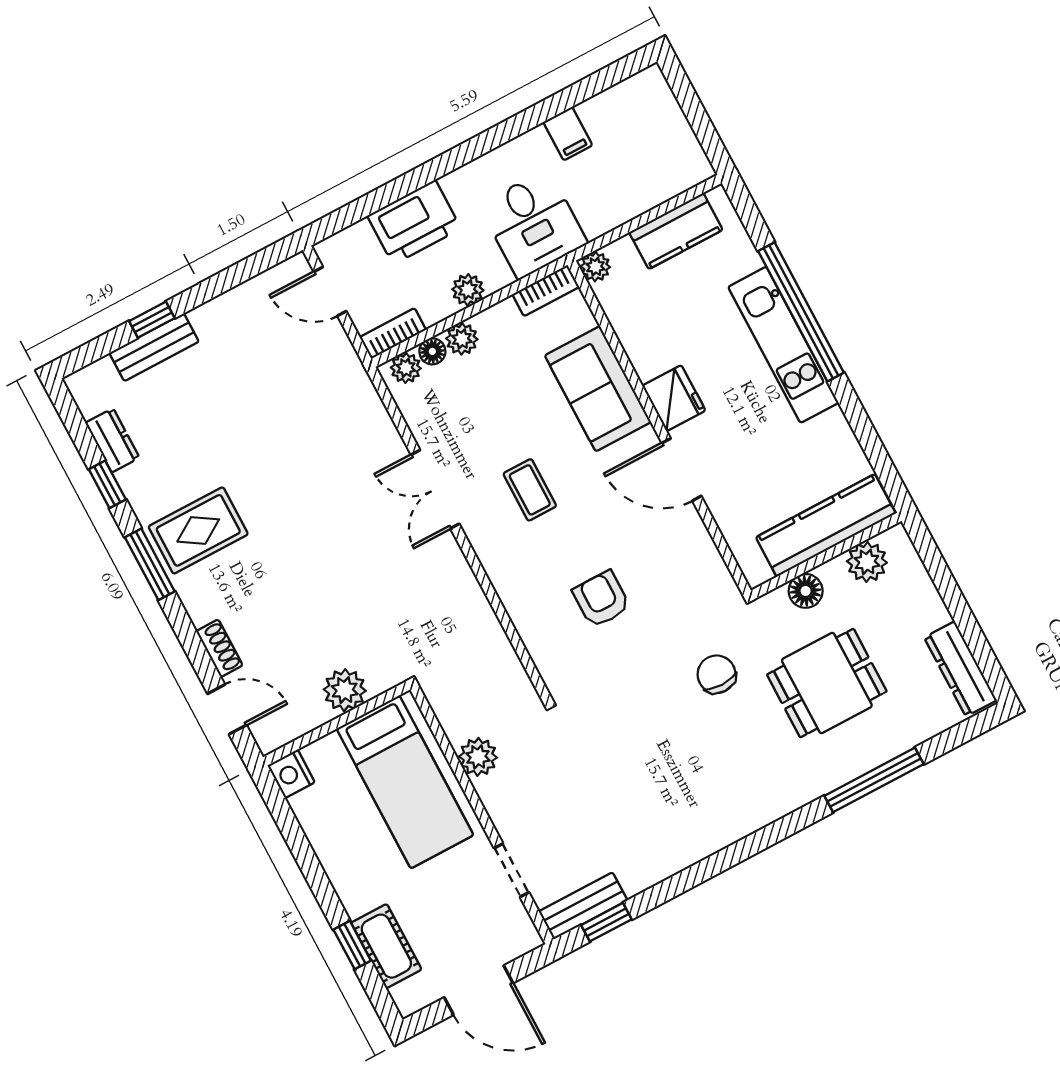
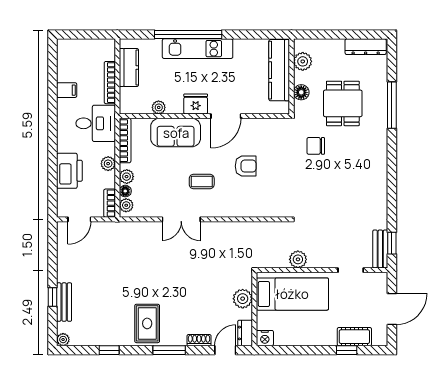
bookcase: (627, 210) -> (110, 83), added
plant: (595, 267) -> (159, 107), moved
bookcase: (546, 291) -> (125, 141), width x1.56
plant: (80, 384) -> (63, 340), added
dresser: (112, 440) -> (245, 333), moved, turned -90
window: (150, 564) -> (169, 350), moved
armchair: (601, 599) -> (246, 166), moved, turned 180

